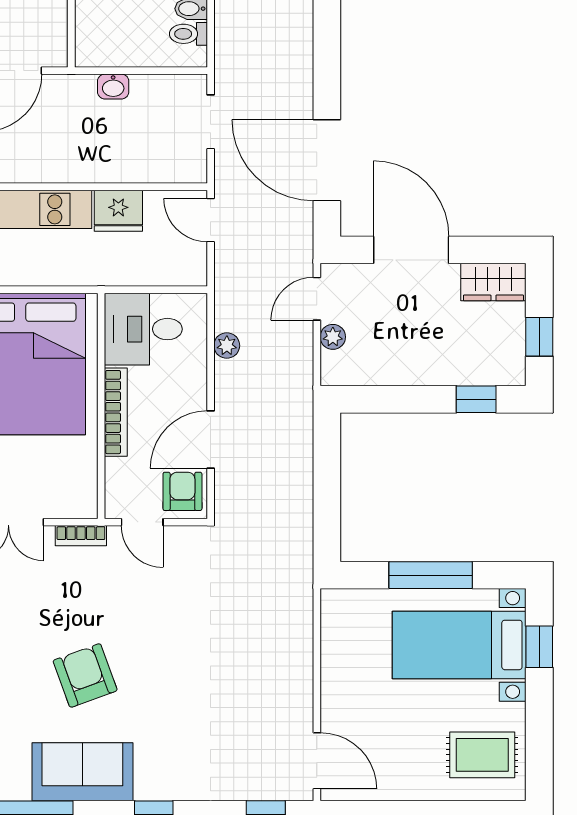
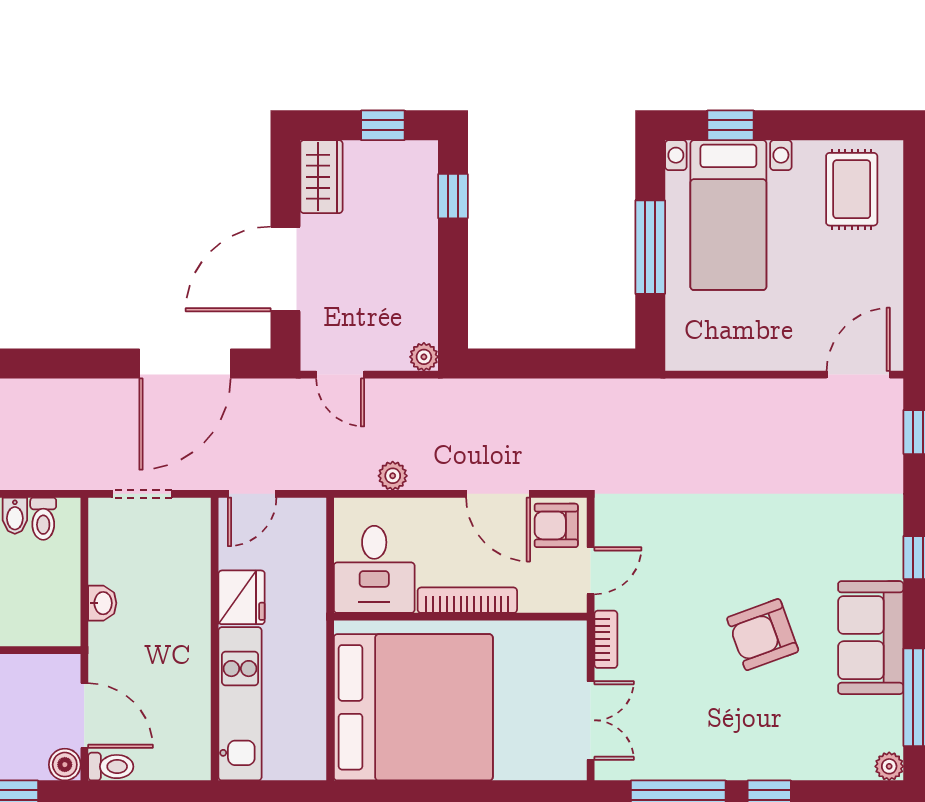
plant: (333, 337) -> (424, 357), moved

